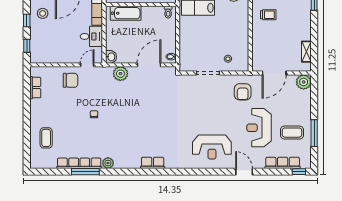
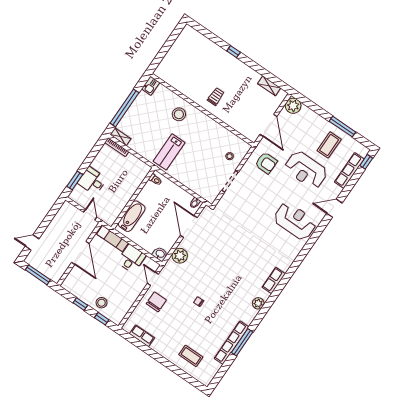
stool: (43, 13) -> (101, 303), moved
reception desk: (212, 147) -> (295, 221), turned -90
plant: (108, 163) -> (258, 303), moved

